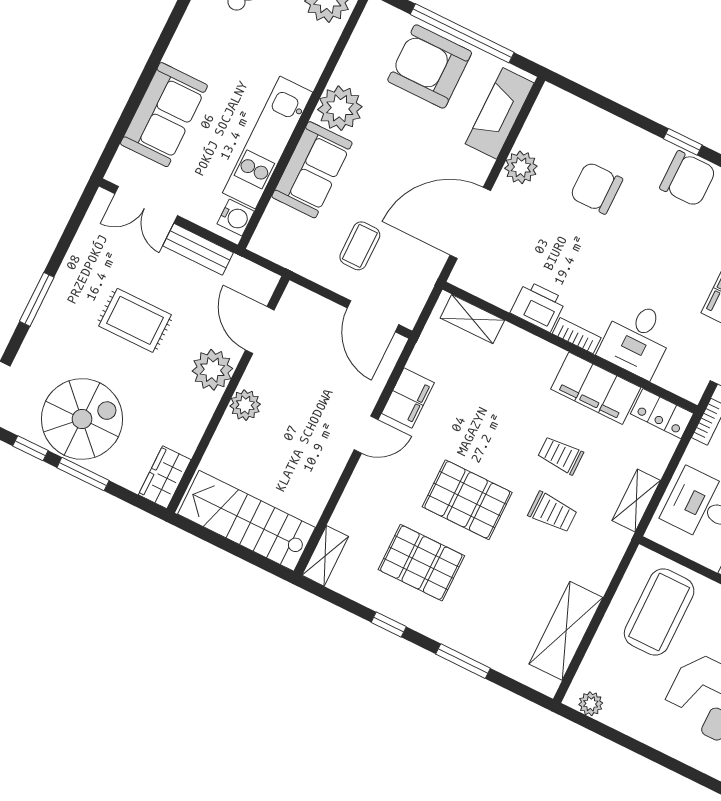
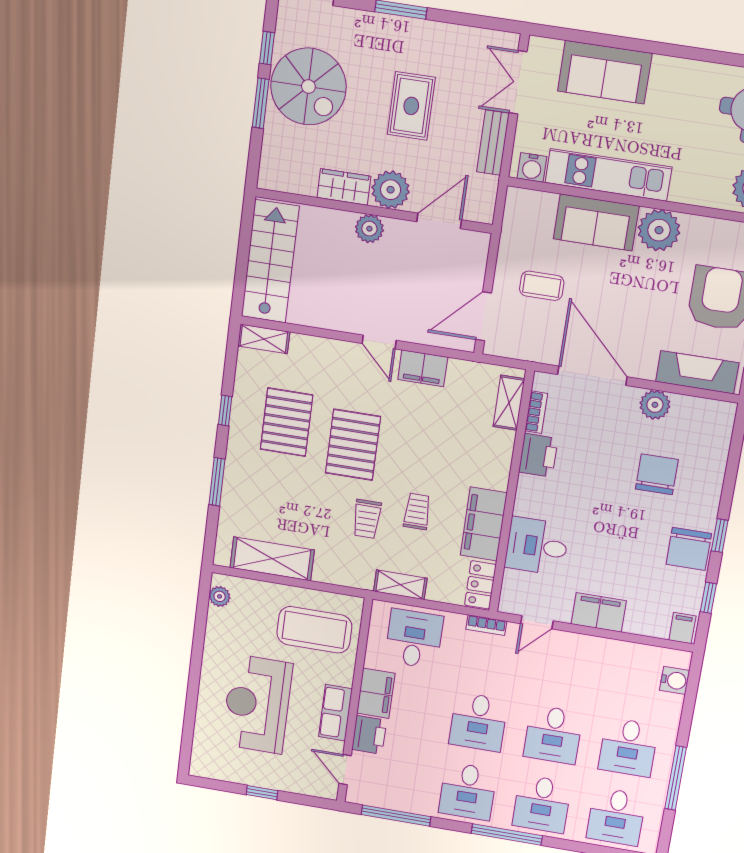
bookcase: (577, 336) -> (536, 412), moved
wardrobe: (165, 477) -> (344, 187), moved

